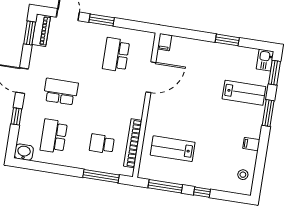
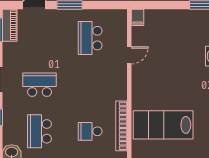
door: (151, 77) -> (129, 55), width x0.53
lab bench: (173, 149) -> (163, 125), width x1.36, depth x1.39

